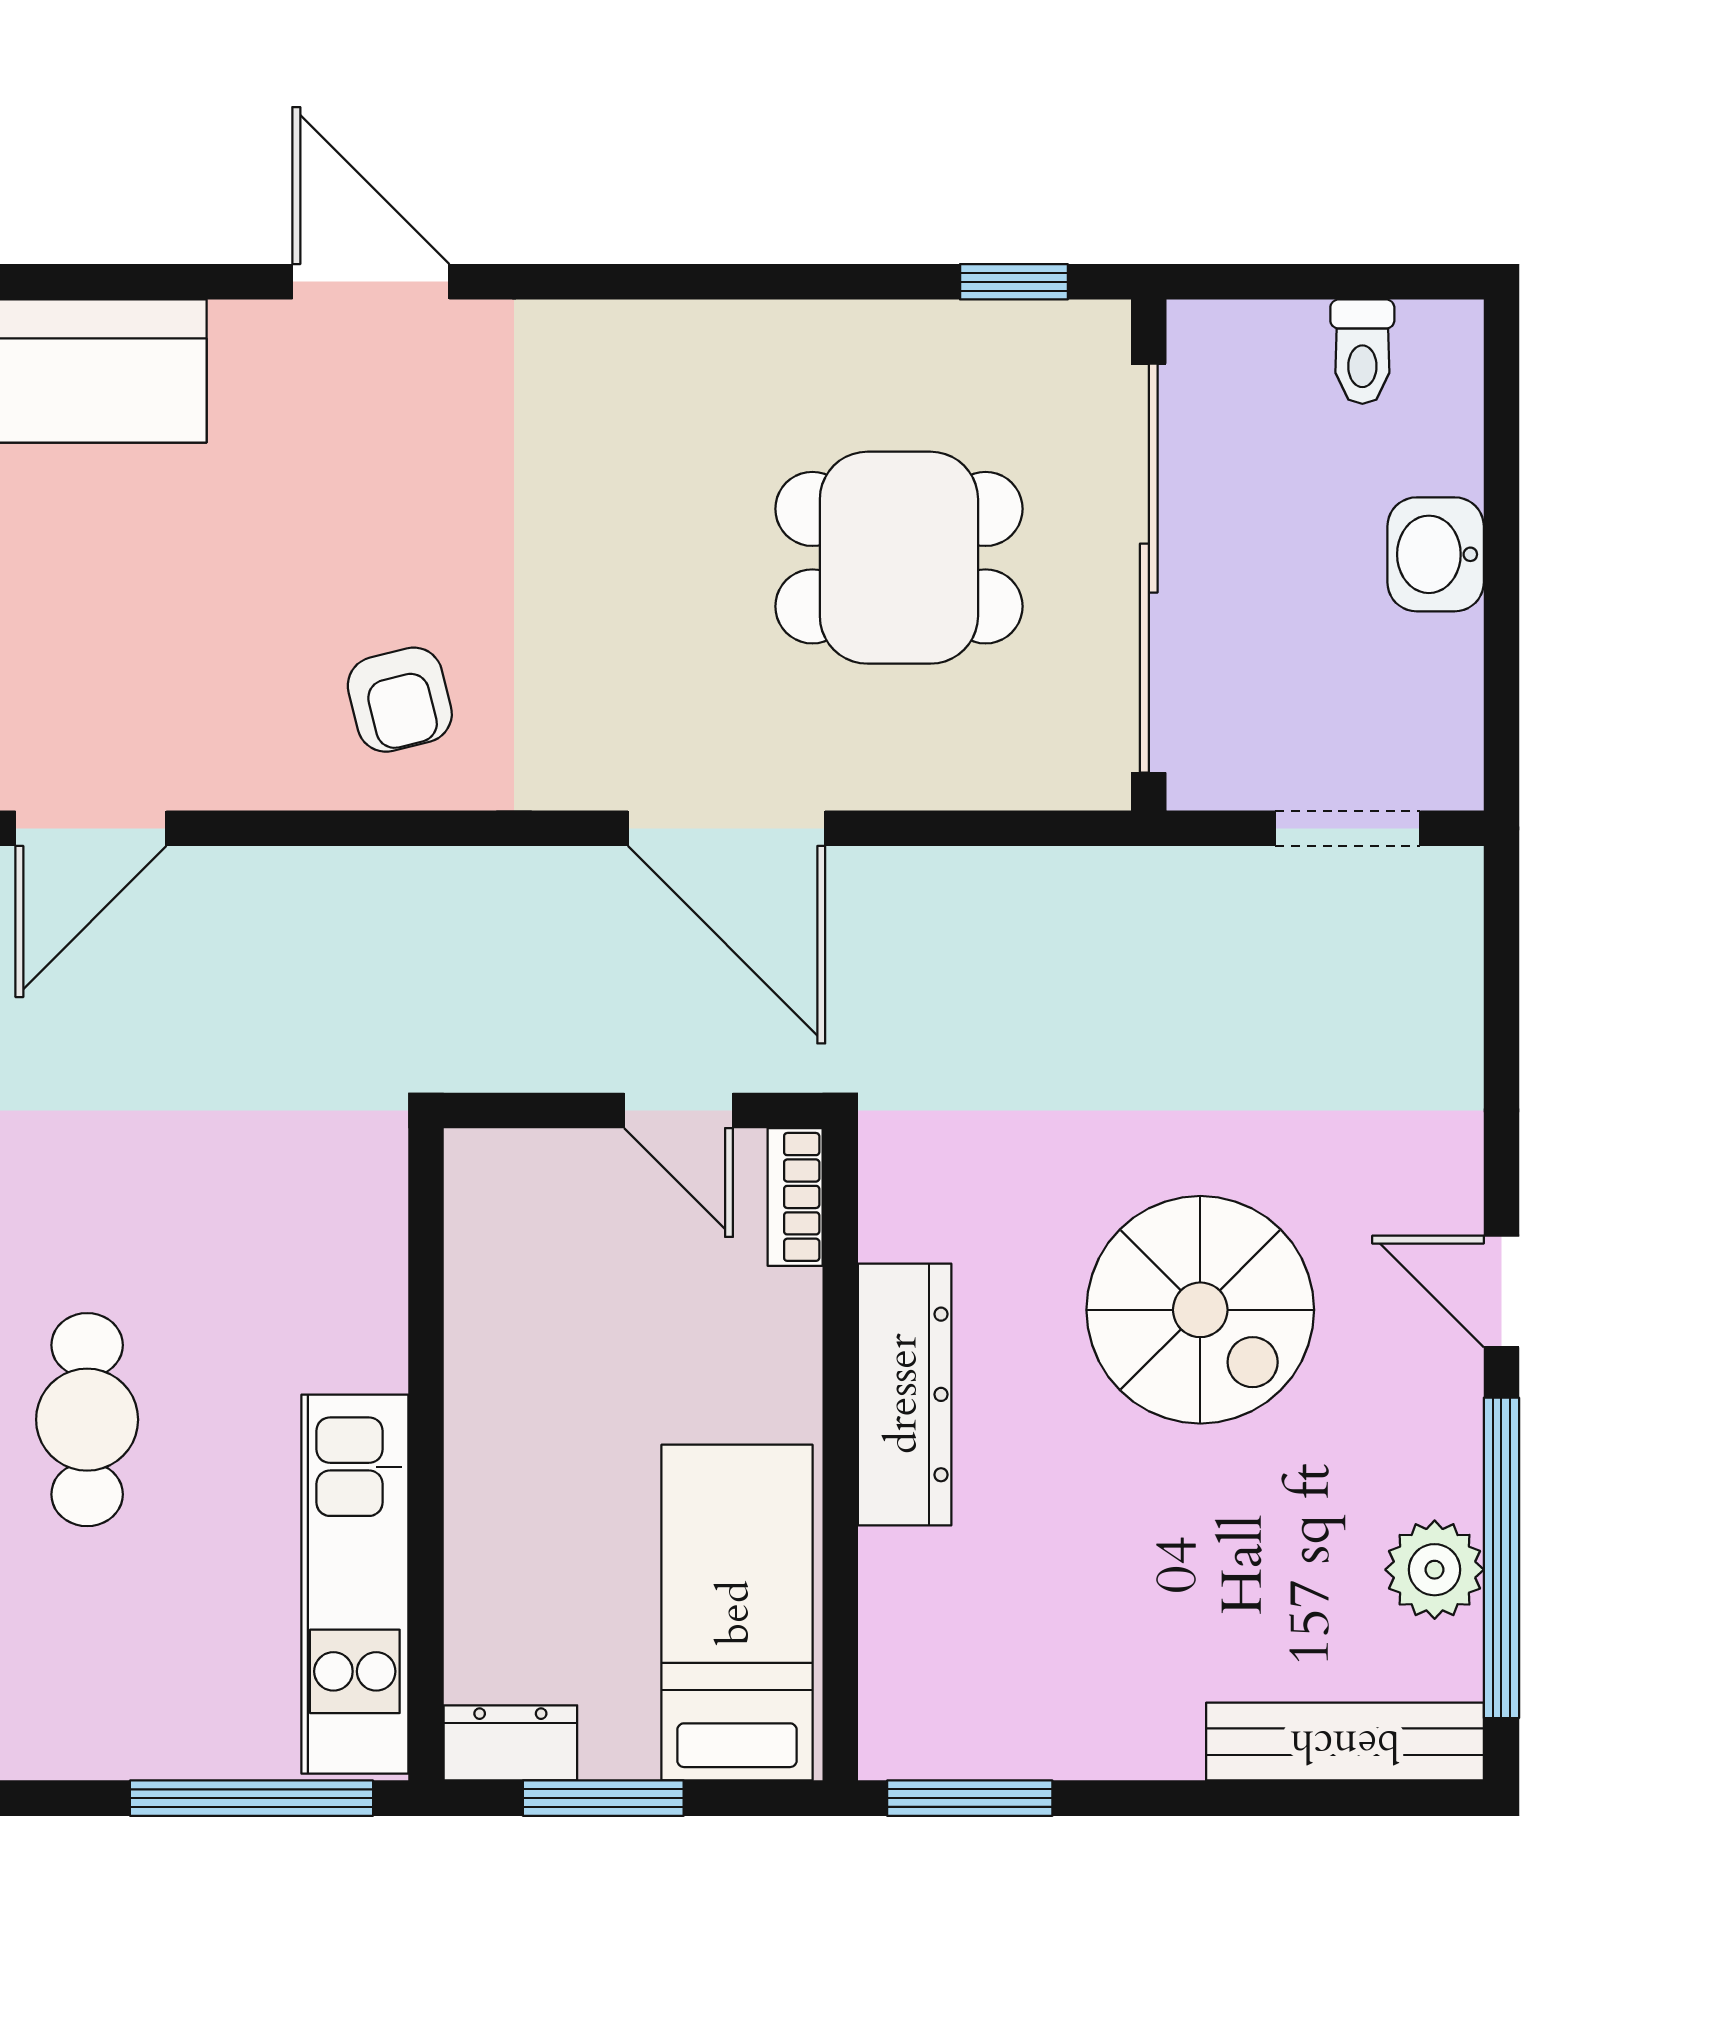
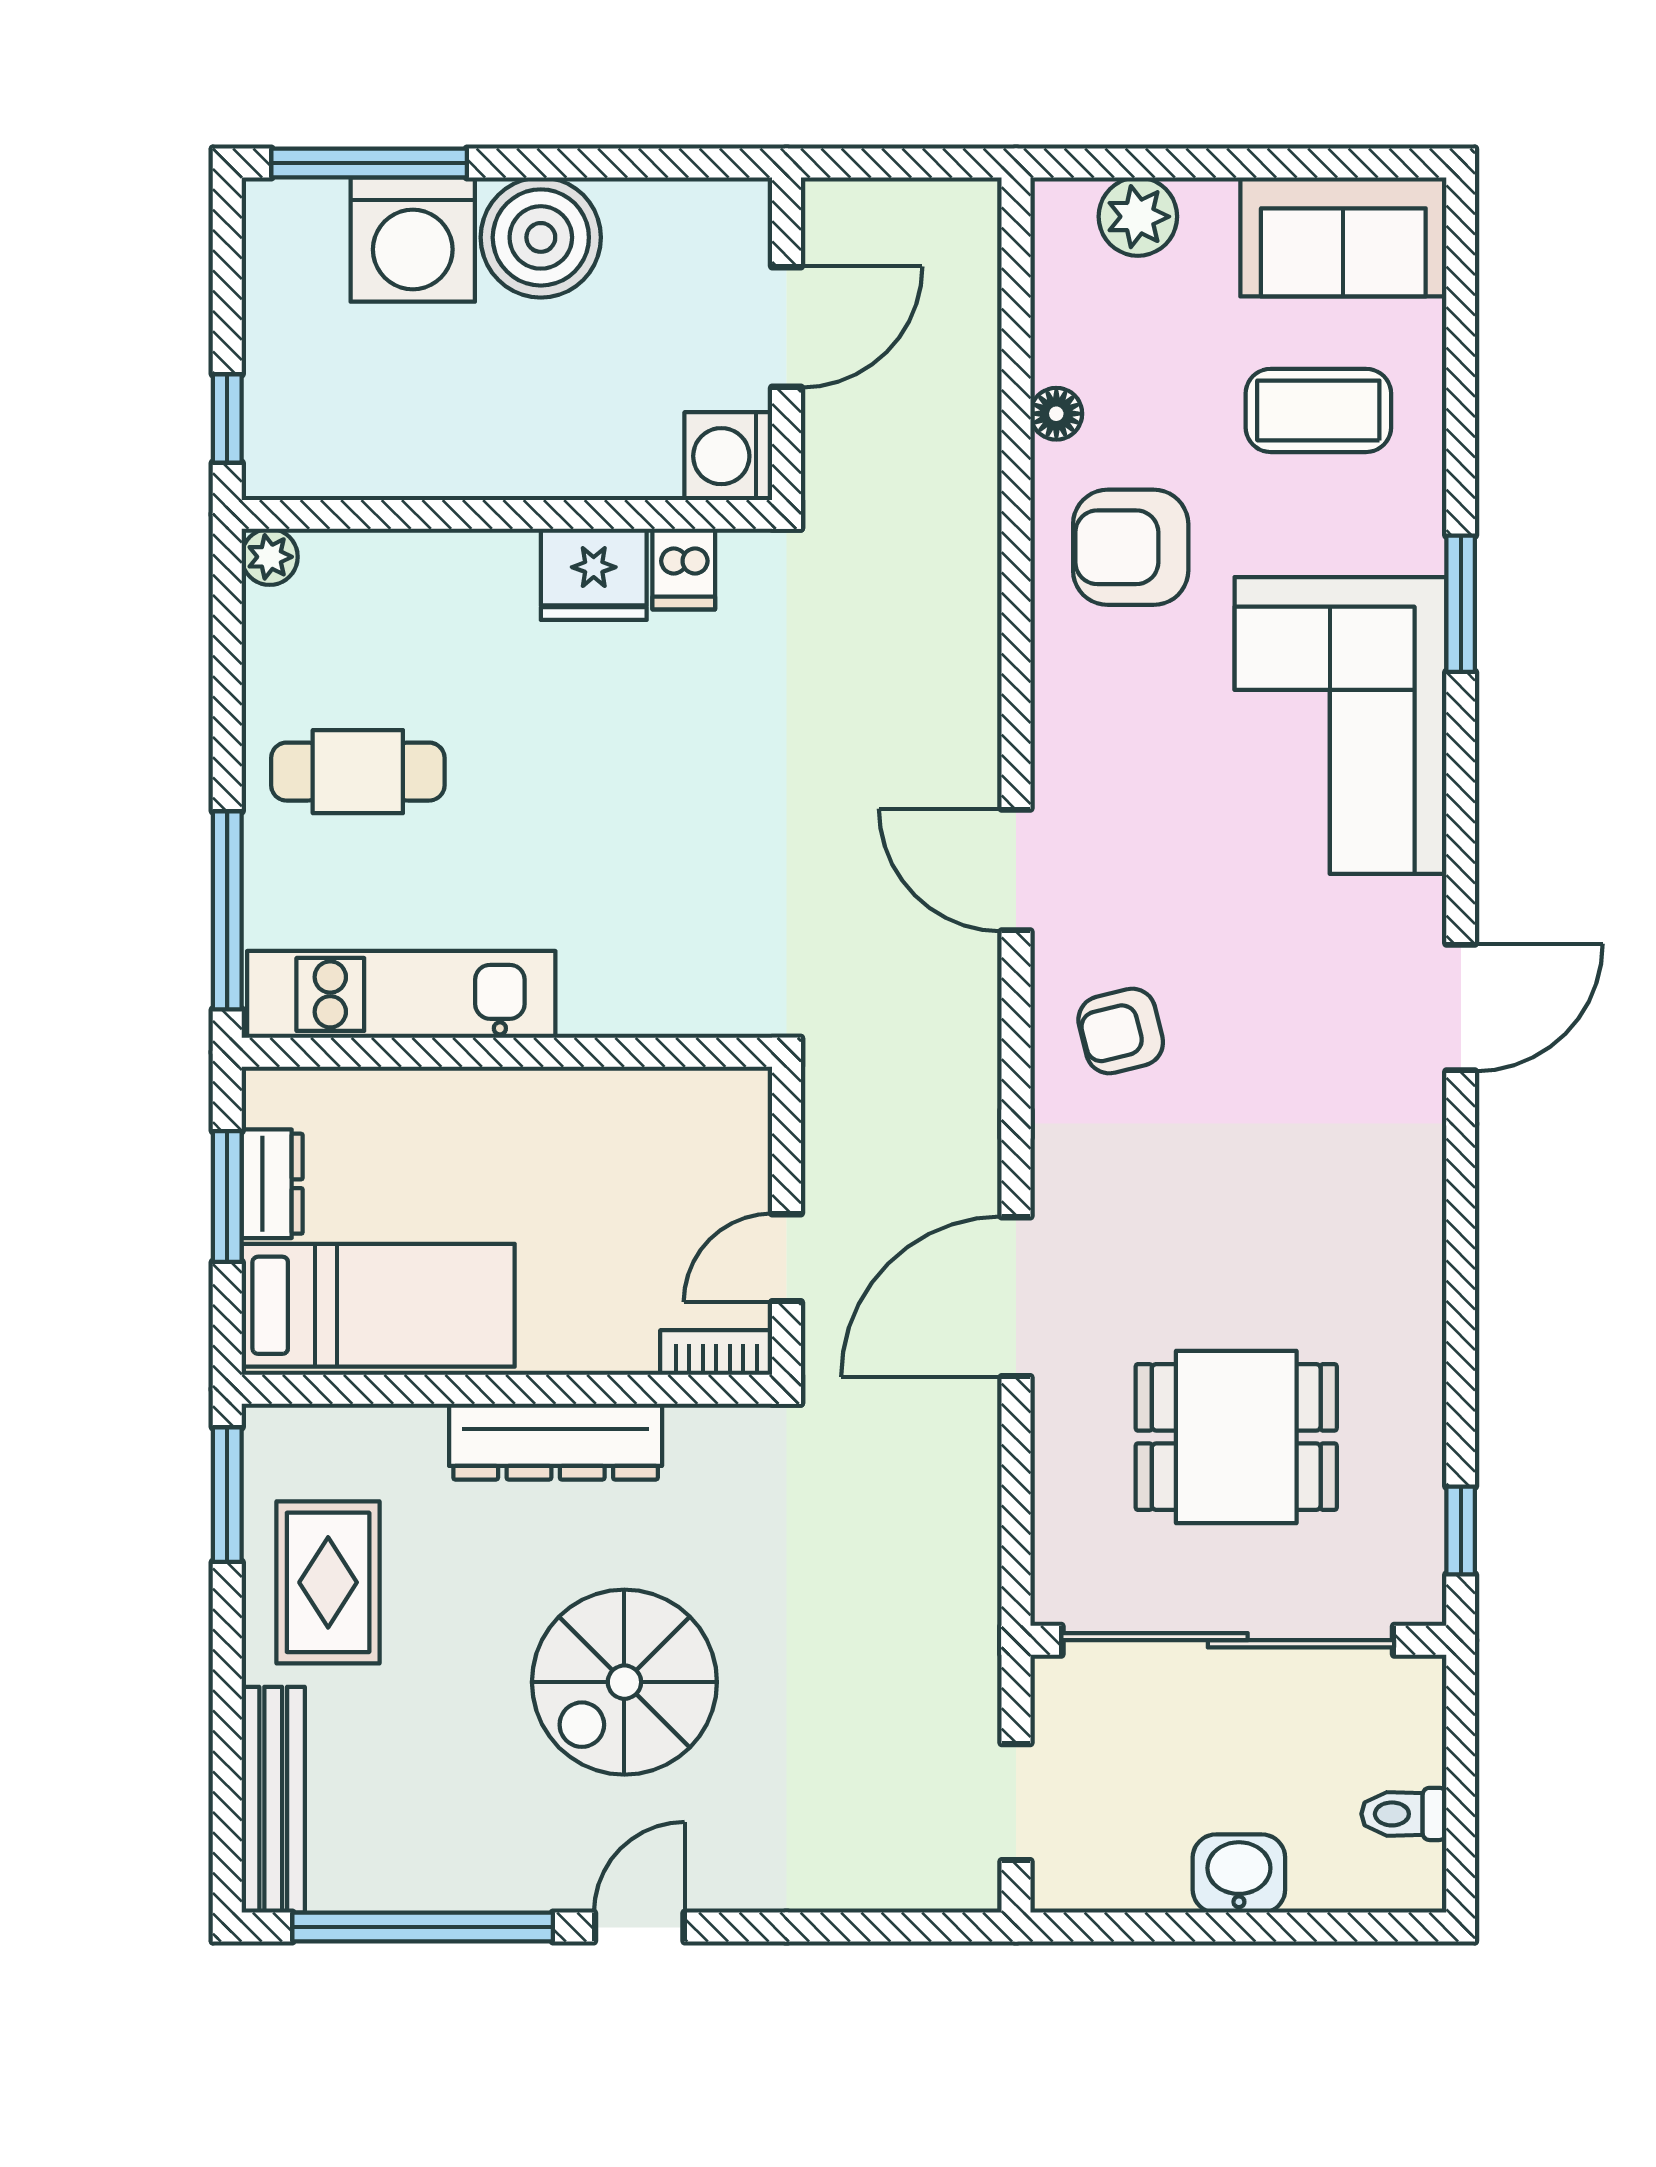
dining table: (899, 558) -> (1236, 1437), turned 90
door: (91, 828) -> (1016, 870), moved
cafe table: (87, 1420) -> (358, 772), moved
plant: (1435, 1570) -> (413, 1873), removed
rug: (1078, 1674) -> (328, 1582), added
dresser: (510, 1743) -> (272, 1184), moved

